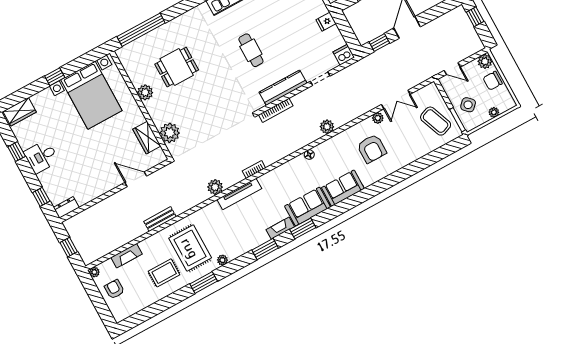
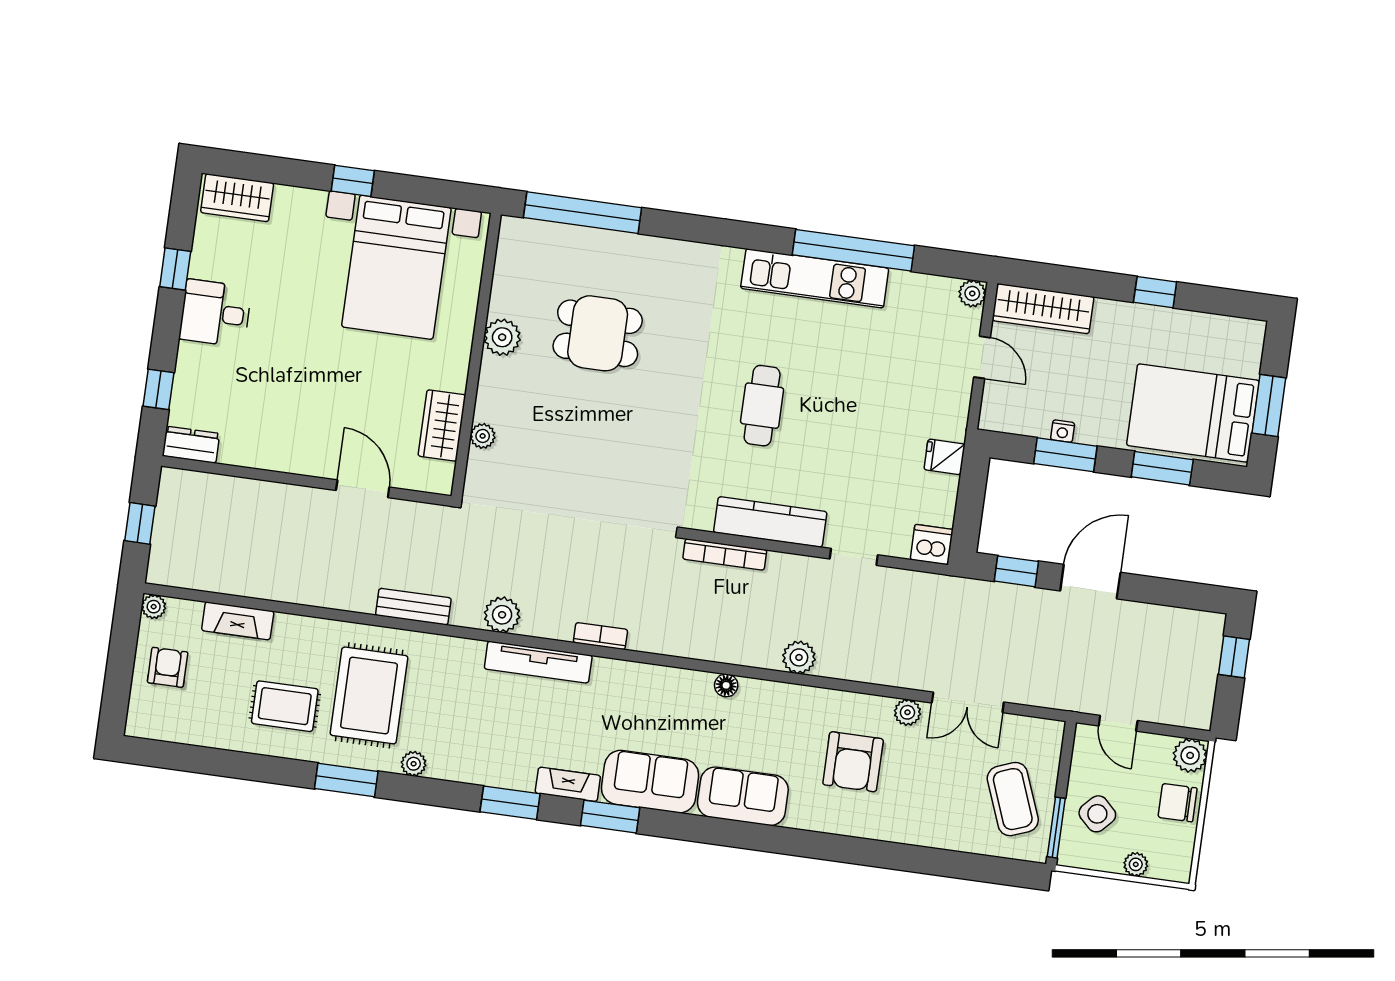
plant: (170, 133) -> (483, 436), width x0.53, depth x0.53
bench: (160, 219) -> (413, 607), moved

